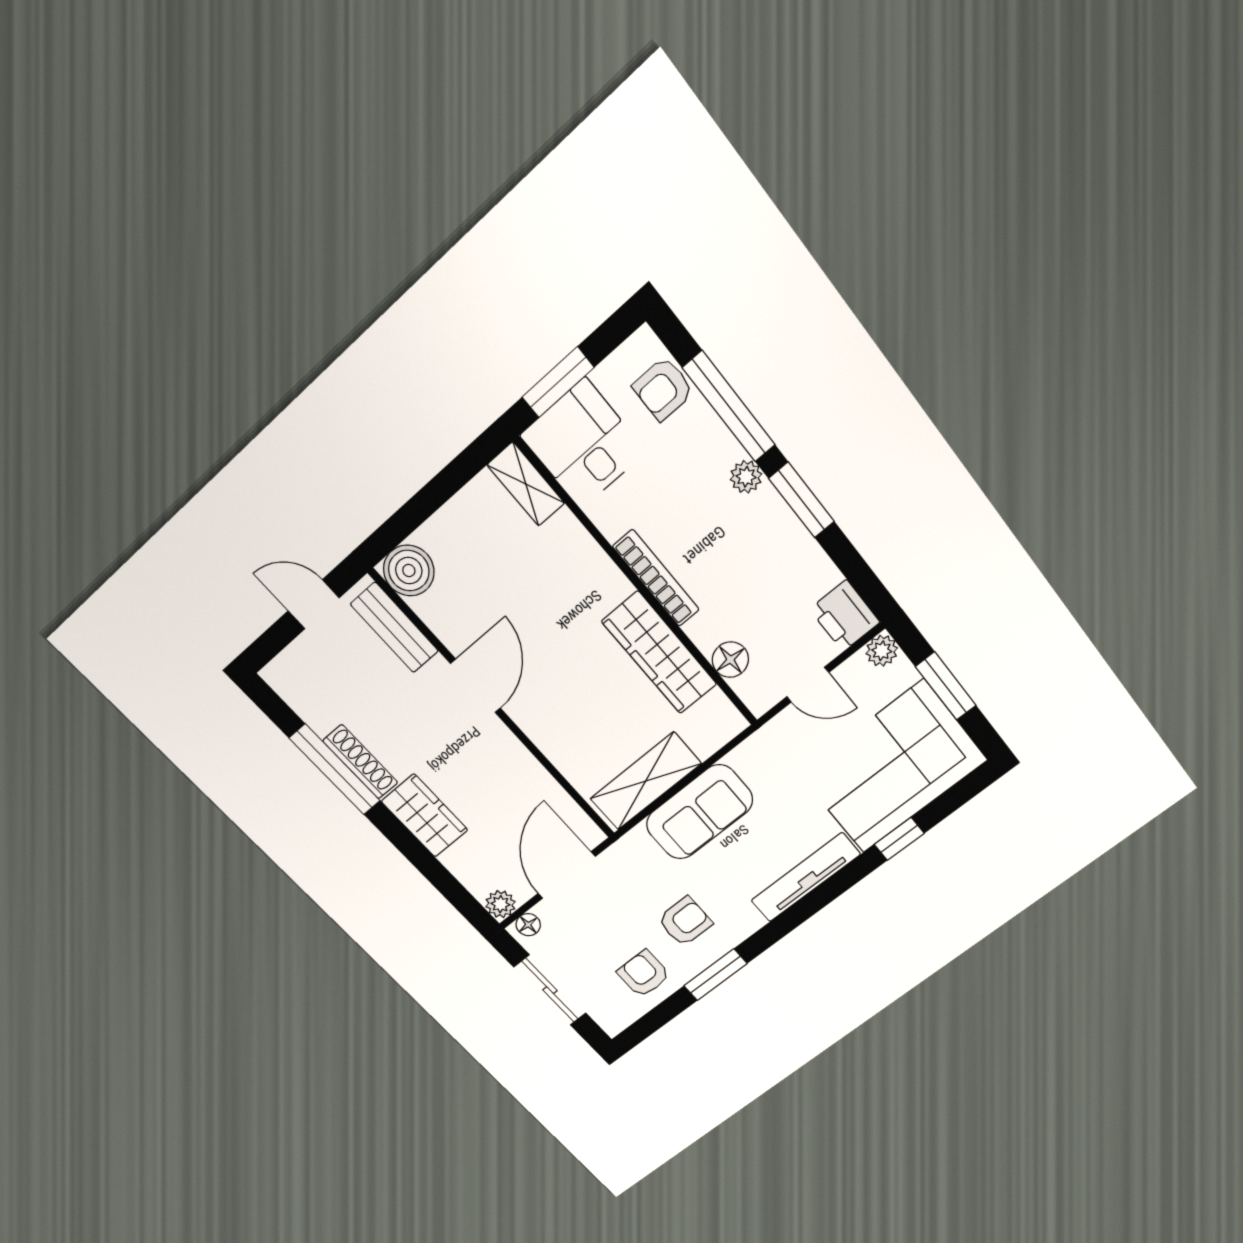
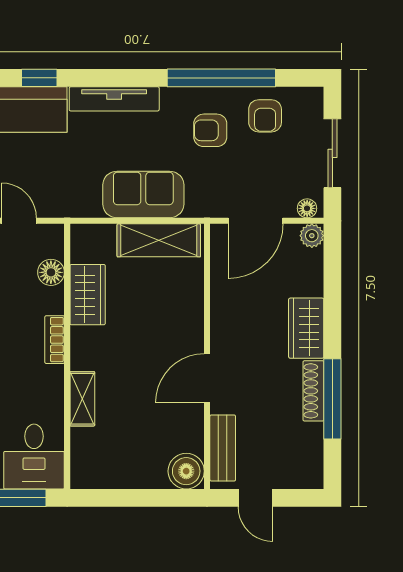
shelving: (526, 484) -> (82, 399), moved
bookcase: (656, 578) -> (55, 340), width x0.64
wardrobe: (659, 653) -> (88, 295), width x0.67
window: (715, 975) -> (221, 78), width x2.11

